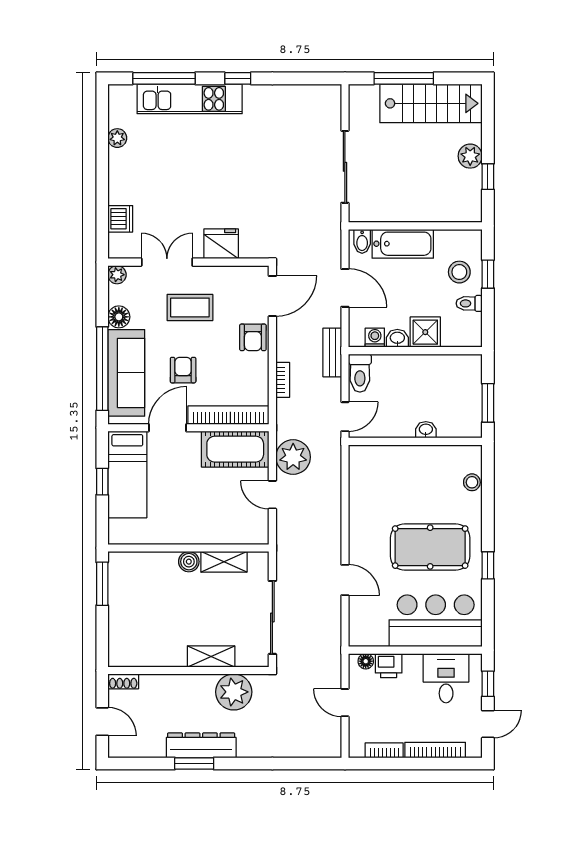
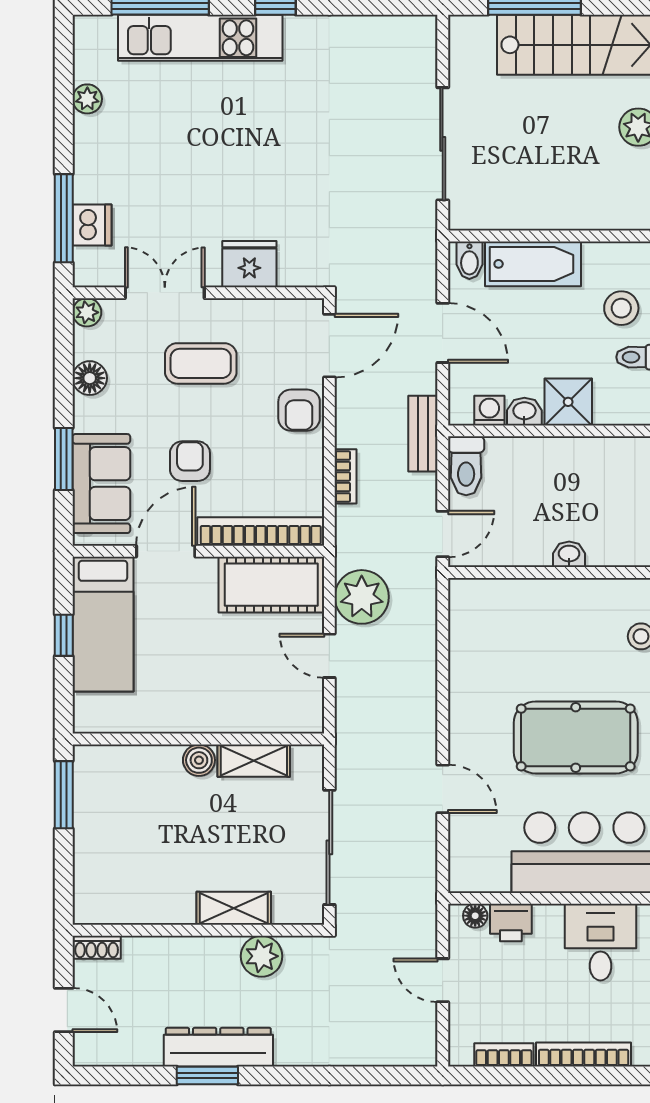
window: (102, 214) -> (64, 218), added
window: (102, 369) -> (64, 459), width x0.47
sofa: (126, 373) -> (101, 484), width x0.73
plant: (234, 692) -> (262, 956), width x0.73, depth x0.73

